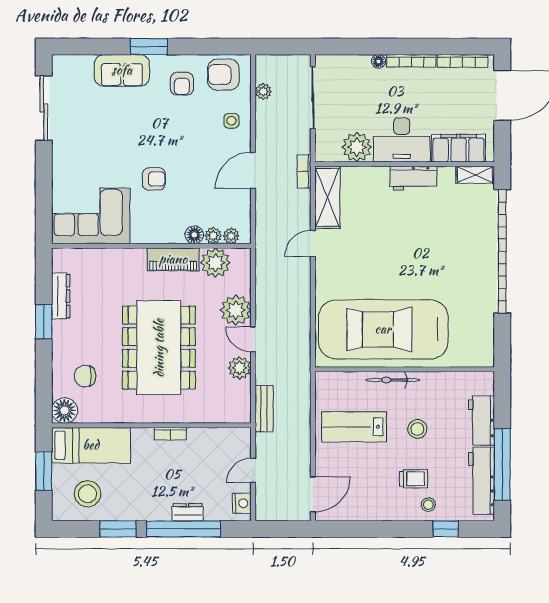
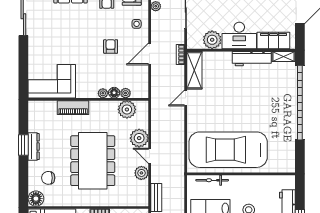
workbench: (414, 178) -> (252, 59), width x1.38
armchair: (154, 179) -> (111, 46), moved, turned -90
plant: (231, 236) -> (103, 93), moved
piano: (173, 259) -> (73, 108), moved
dresser: (61, 296) -> (34, 147), moved
bicycle: (393, 380) -> (212, 180), moved

